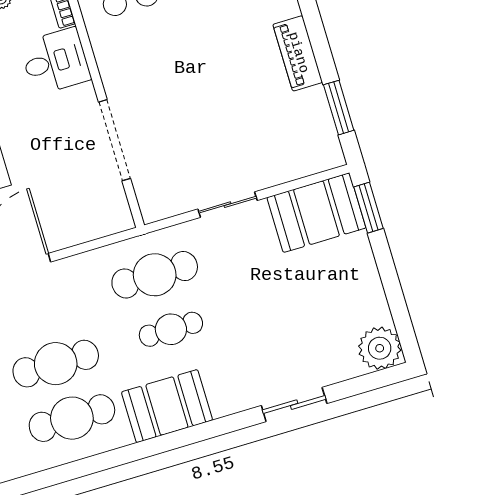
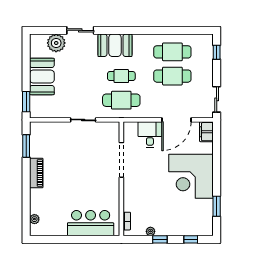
desk: (55, 61) -> (150, 134), moved, turned 90
booth: (316, 213) -> (42, 76), moved, turned 90
plant: (380, 348) -> (56, 43), moved
booth: (167, 406) -> (115, 45), moved

